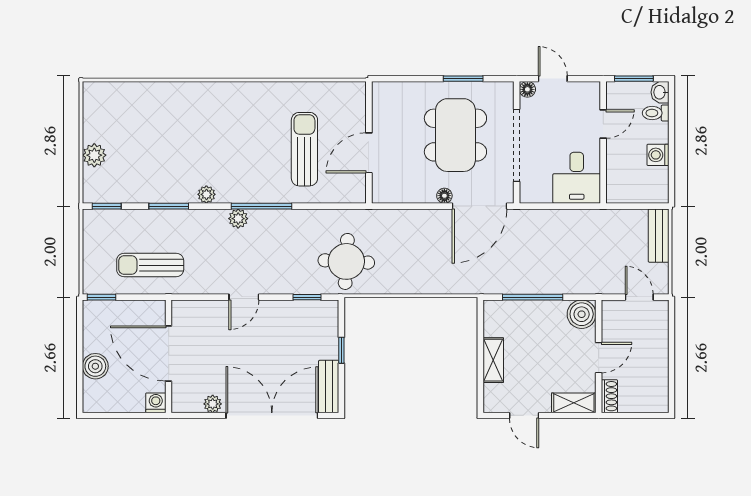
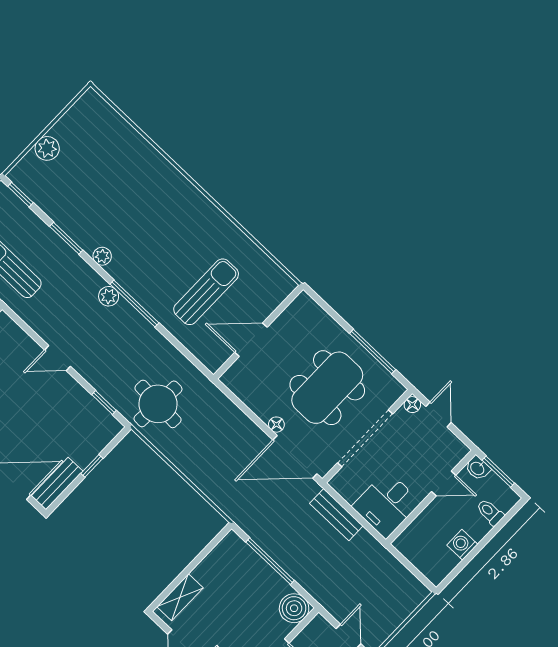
window: (463, 79) -> (373, 352), width x1.44
washbasin: (660, 92) -> (478, 468), moved, turned -90
bench: (659, 236) -> (336, 515), moved, turned 90
shelving: (493, 360) -> (180, 597), moved

